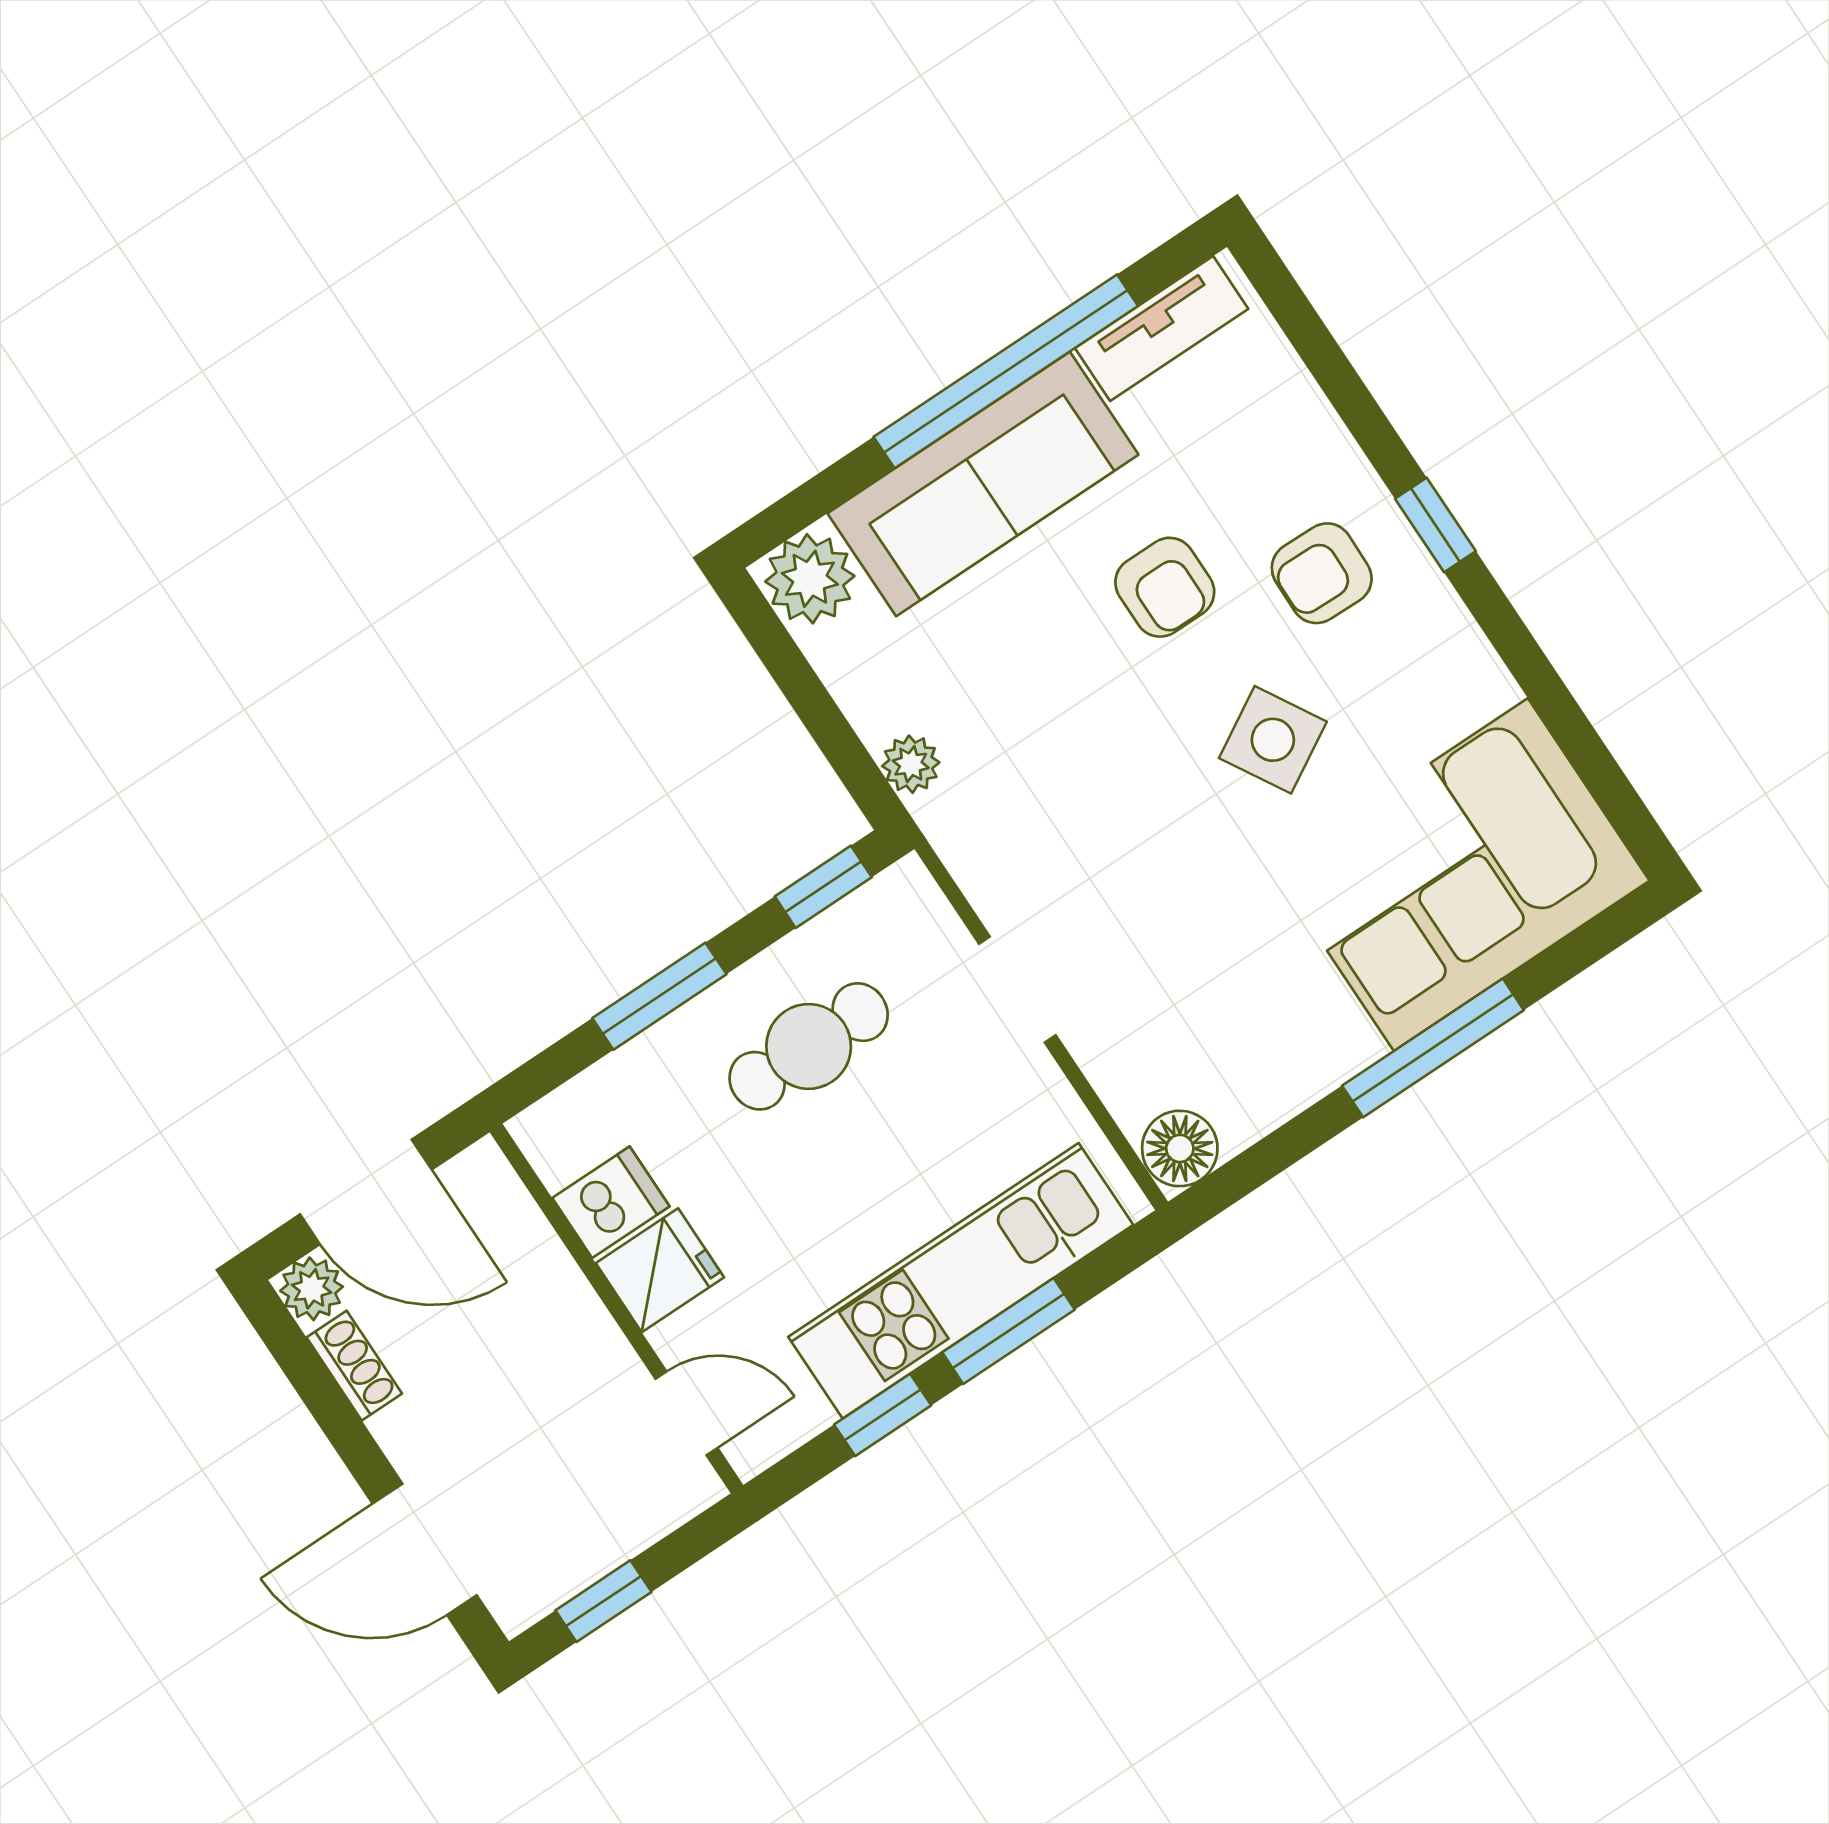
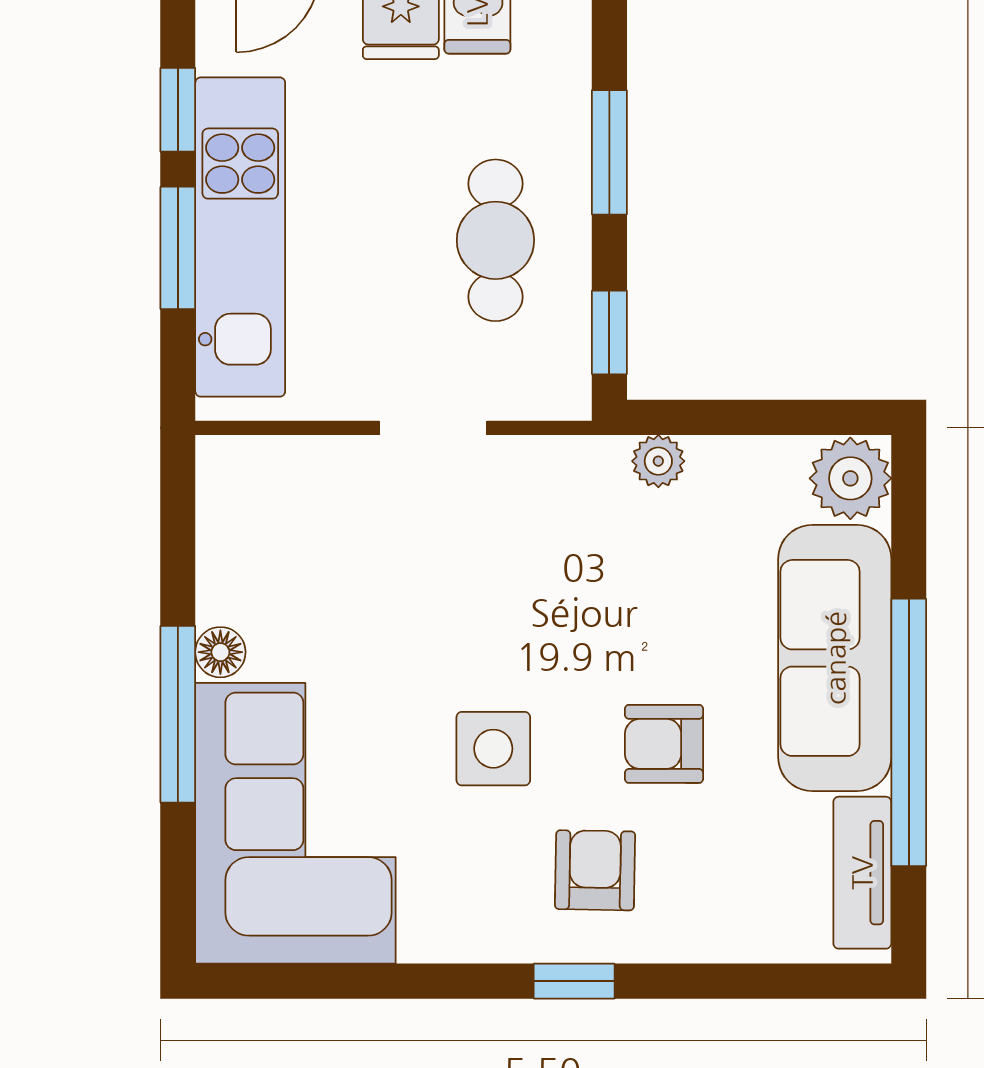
side table: (1273, 740) -> (493, 749), turned 30
floor lamp: (1180, 1148) -> (220, 652), moved, width x0.73, depth x0.73

